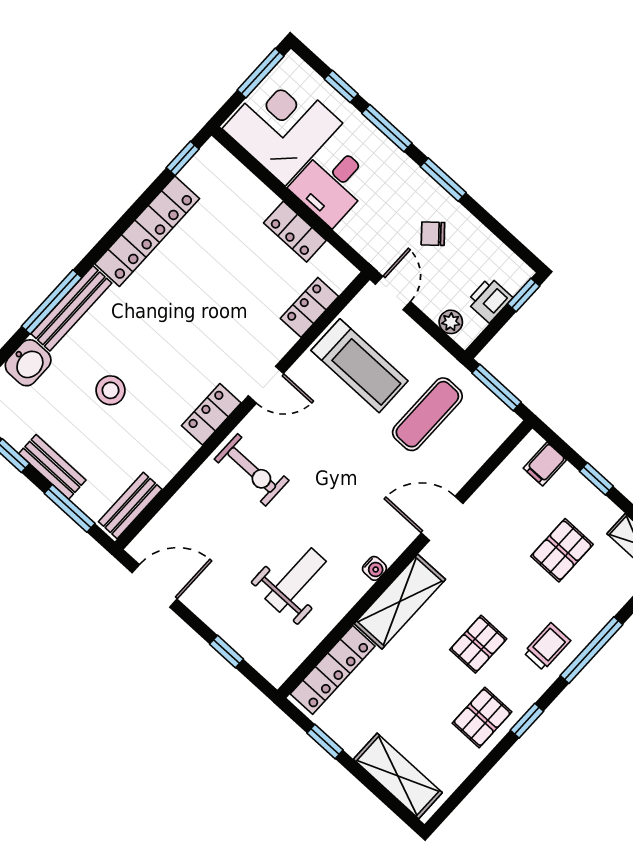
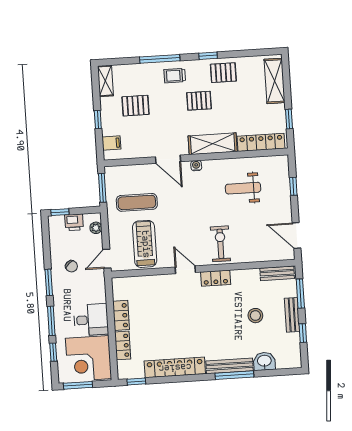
locker: (309, 307) -> (123, 345), moved, turned -90
stool: (111, 390) -> (255, 316), moved
water cooler: (374, 568) -> (196, 166), moved

